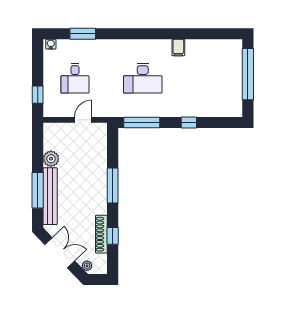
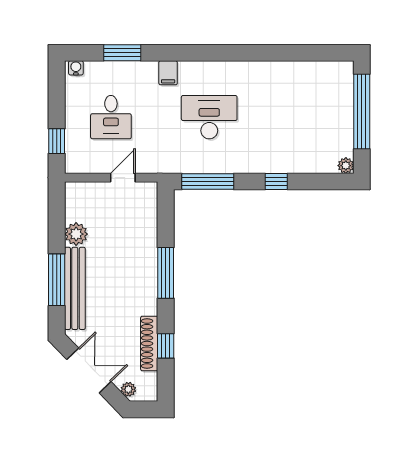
filing cabinet: (178, 48) -> (168, 73), moved
desk: (143, 78) -> (209, 117), turned 180
plant: (237, 111) -> (346, 166), added

